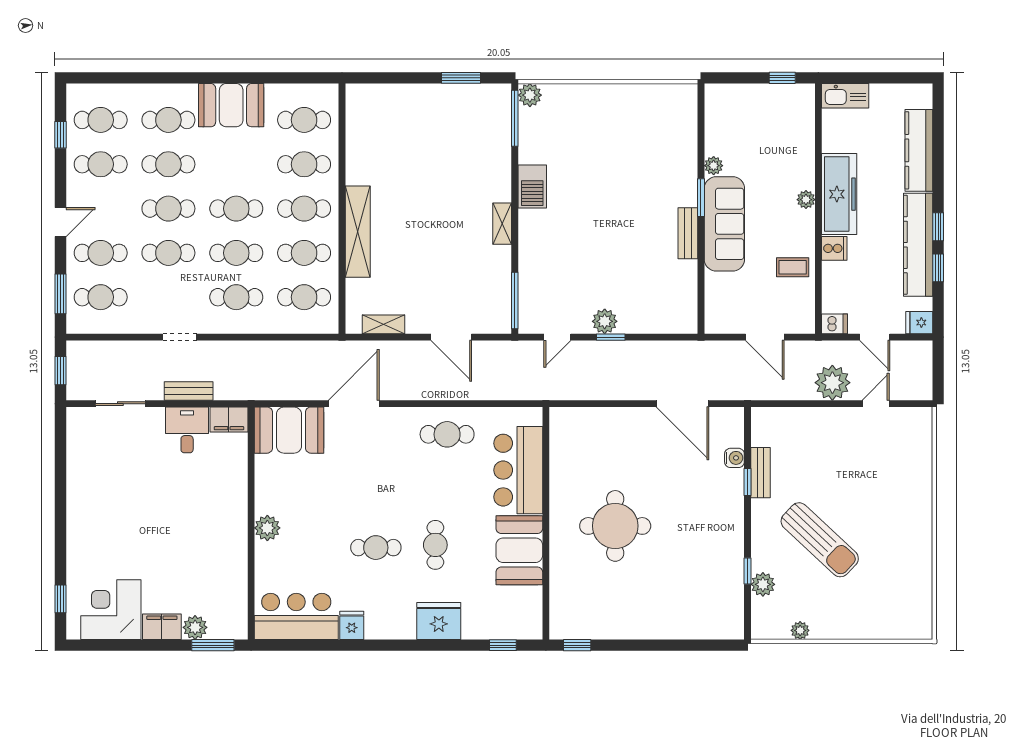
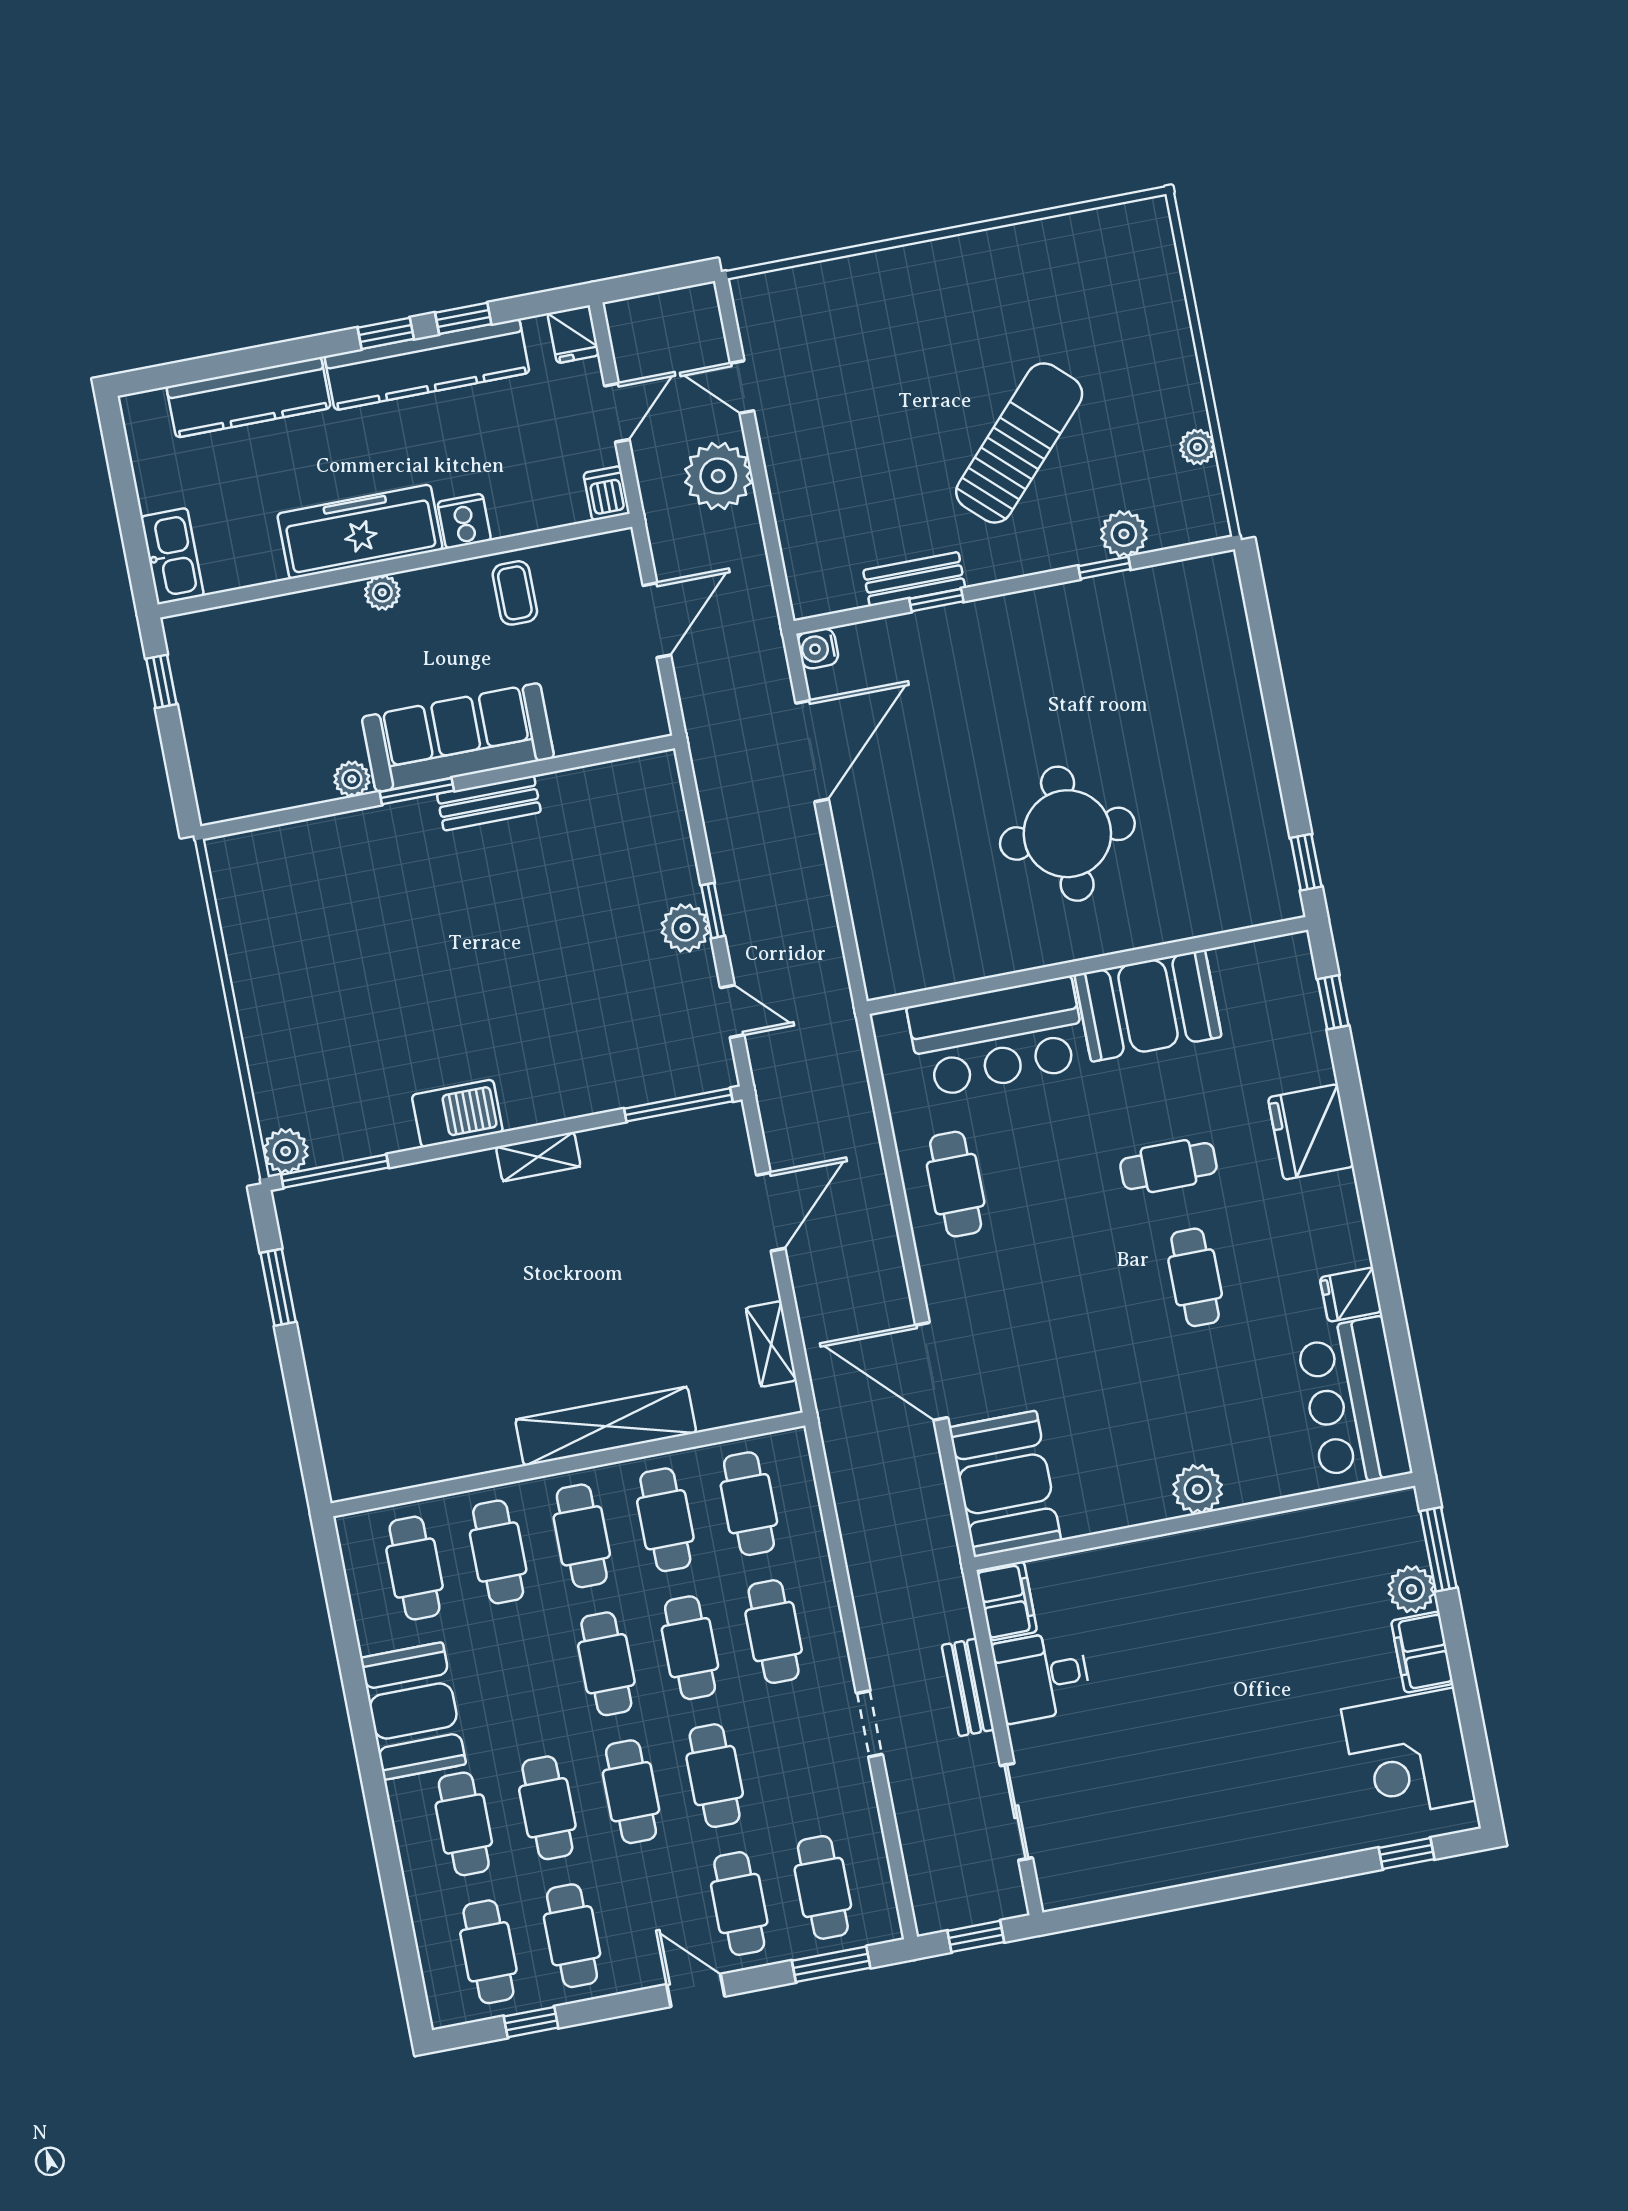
water cooler: (734, 458) -> (818, 648), moved, turned -90

